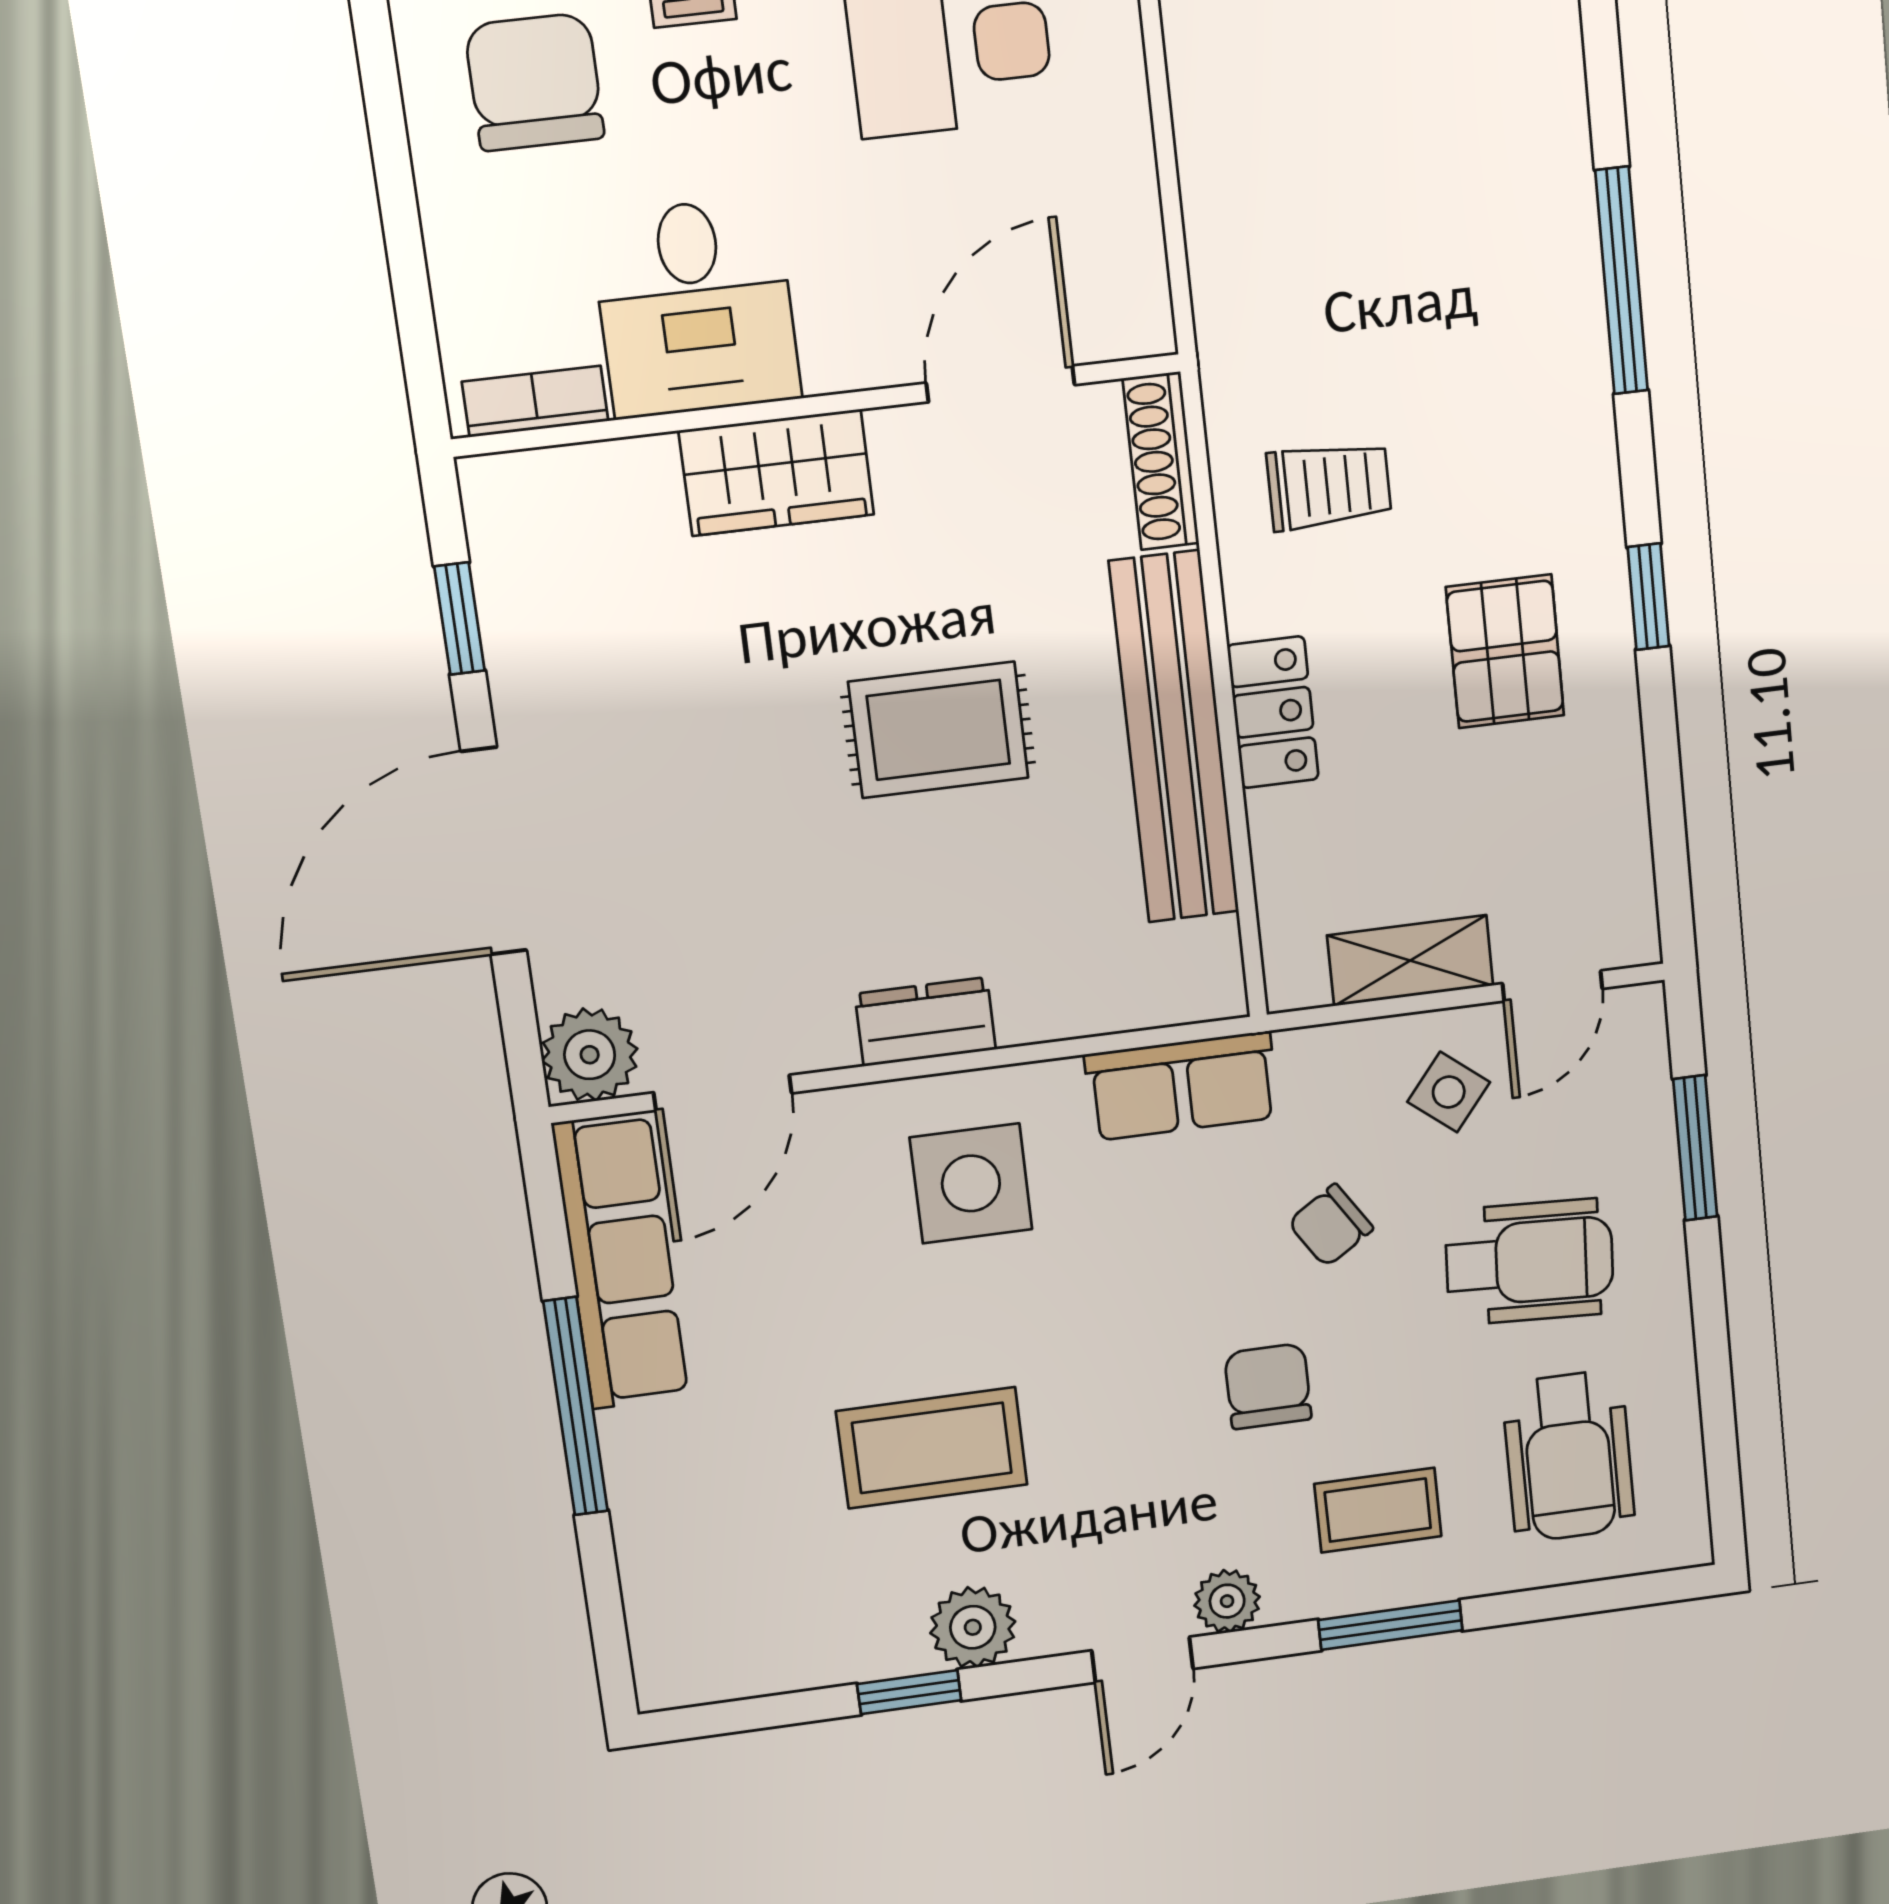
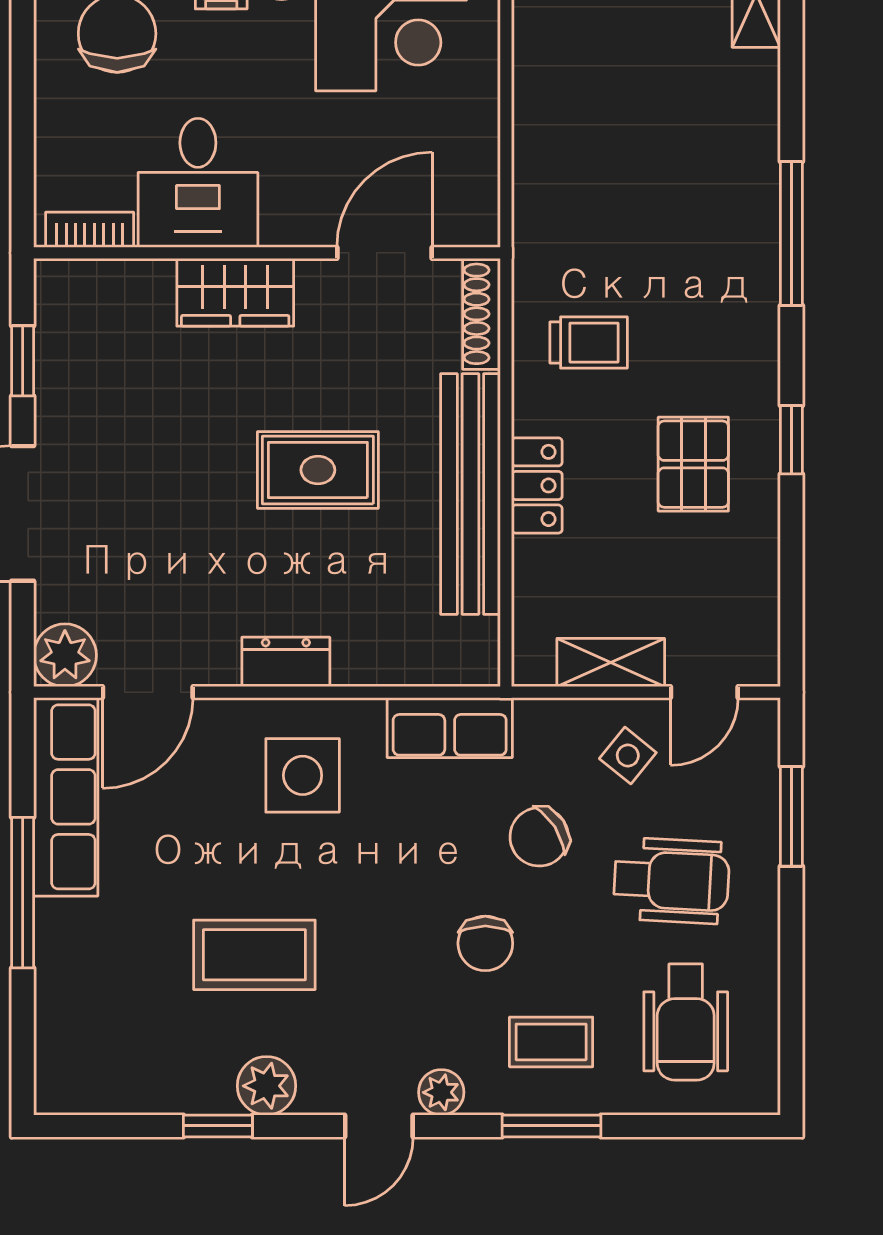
chair: (1331, 1225) -> (539, 837), width x1.37, depth x1.37
chair: (1268, 1386) -> (485, 943), turned 180

